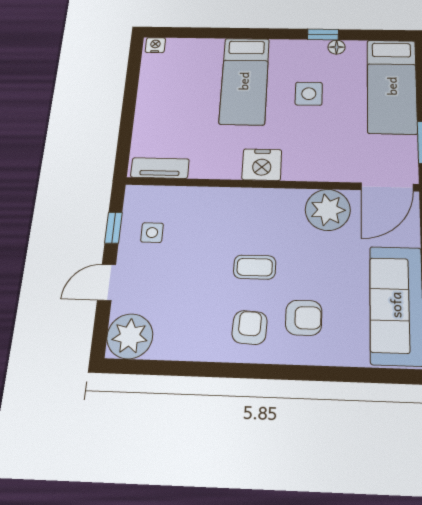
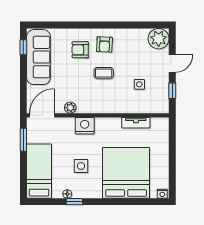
bed: (244, 81) -> (126, 173), width x2.04
nightstand: (262, 165) -> (85, 126), moved
tv unit: (160, 168) -> (136, 123), moved
plant: (328, 210) -> (70, 108), width x0.53, depth x0.53
side table: (152, 233) -> (139, 84), moved

